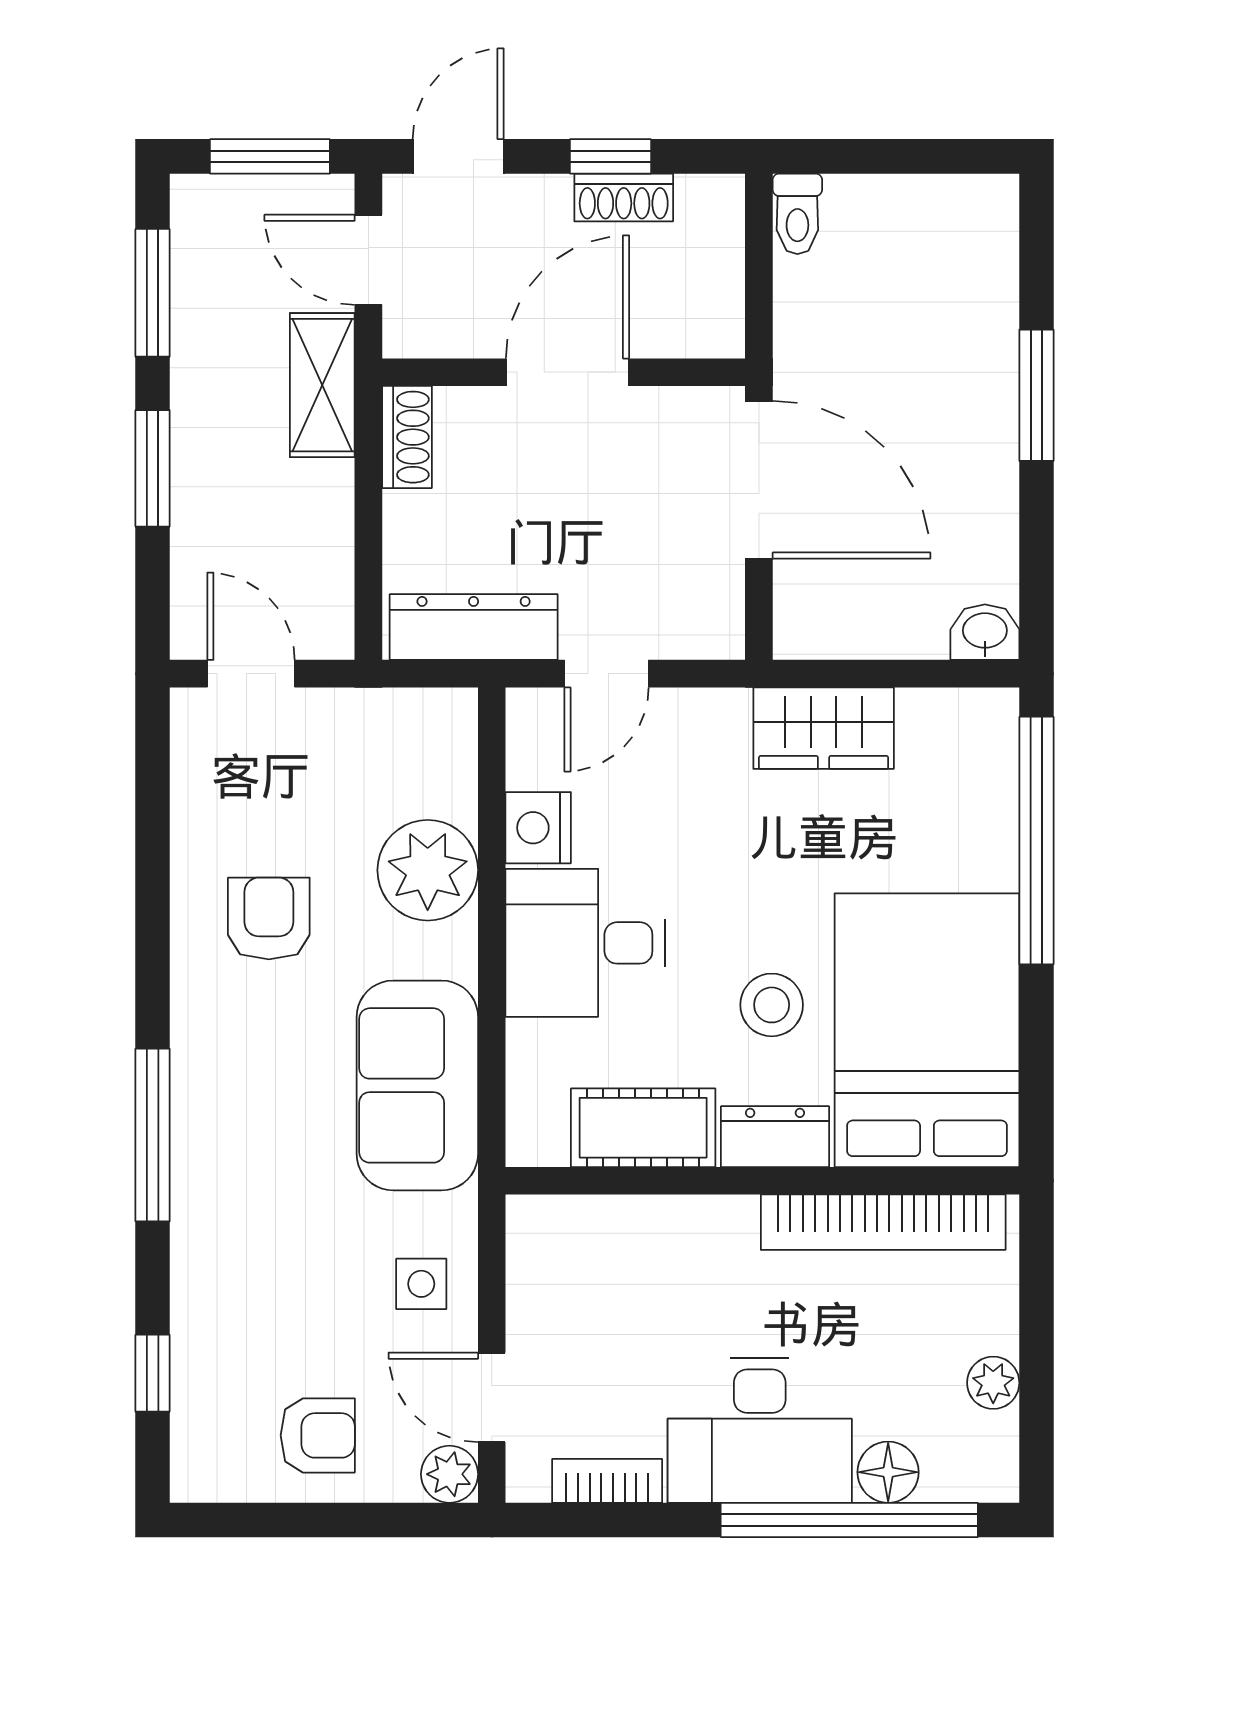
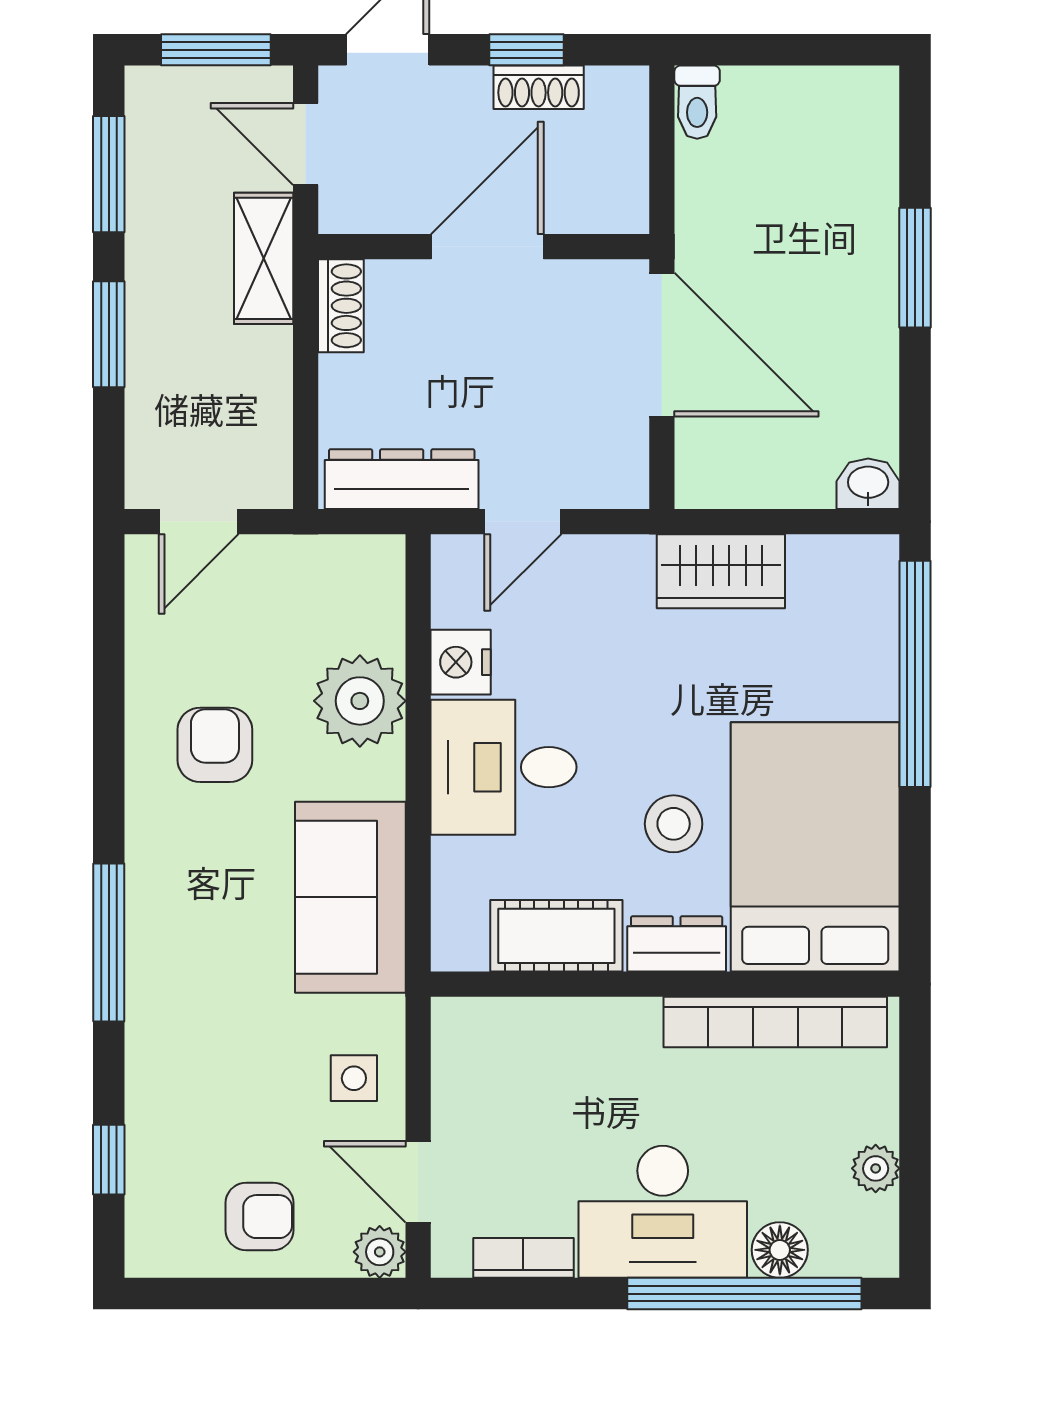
door: (251, 674) -> (199, 522), swing flipped

